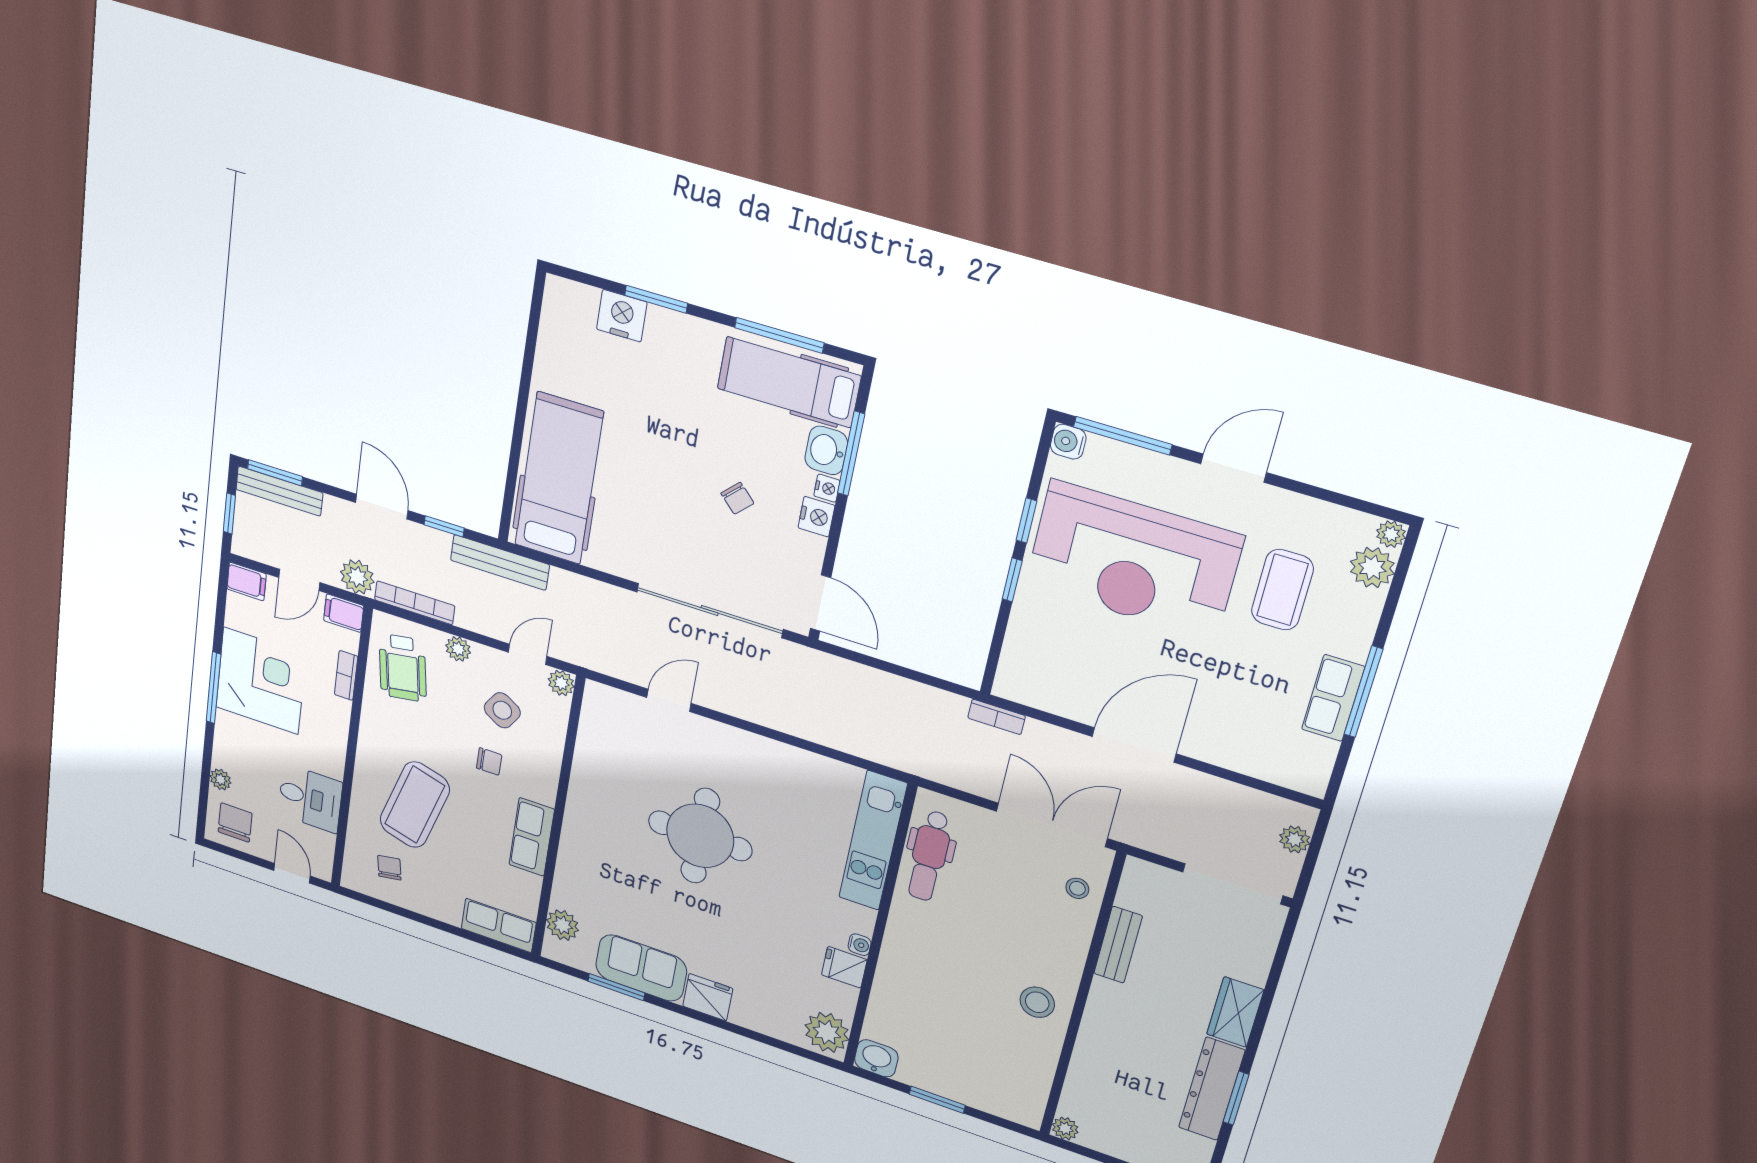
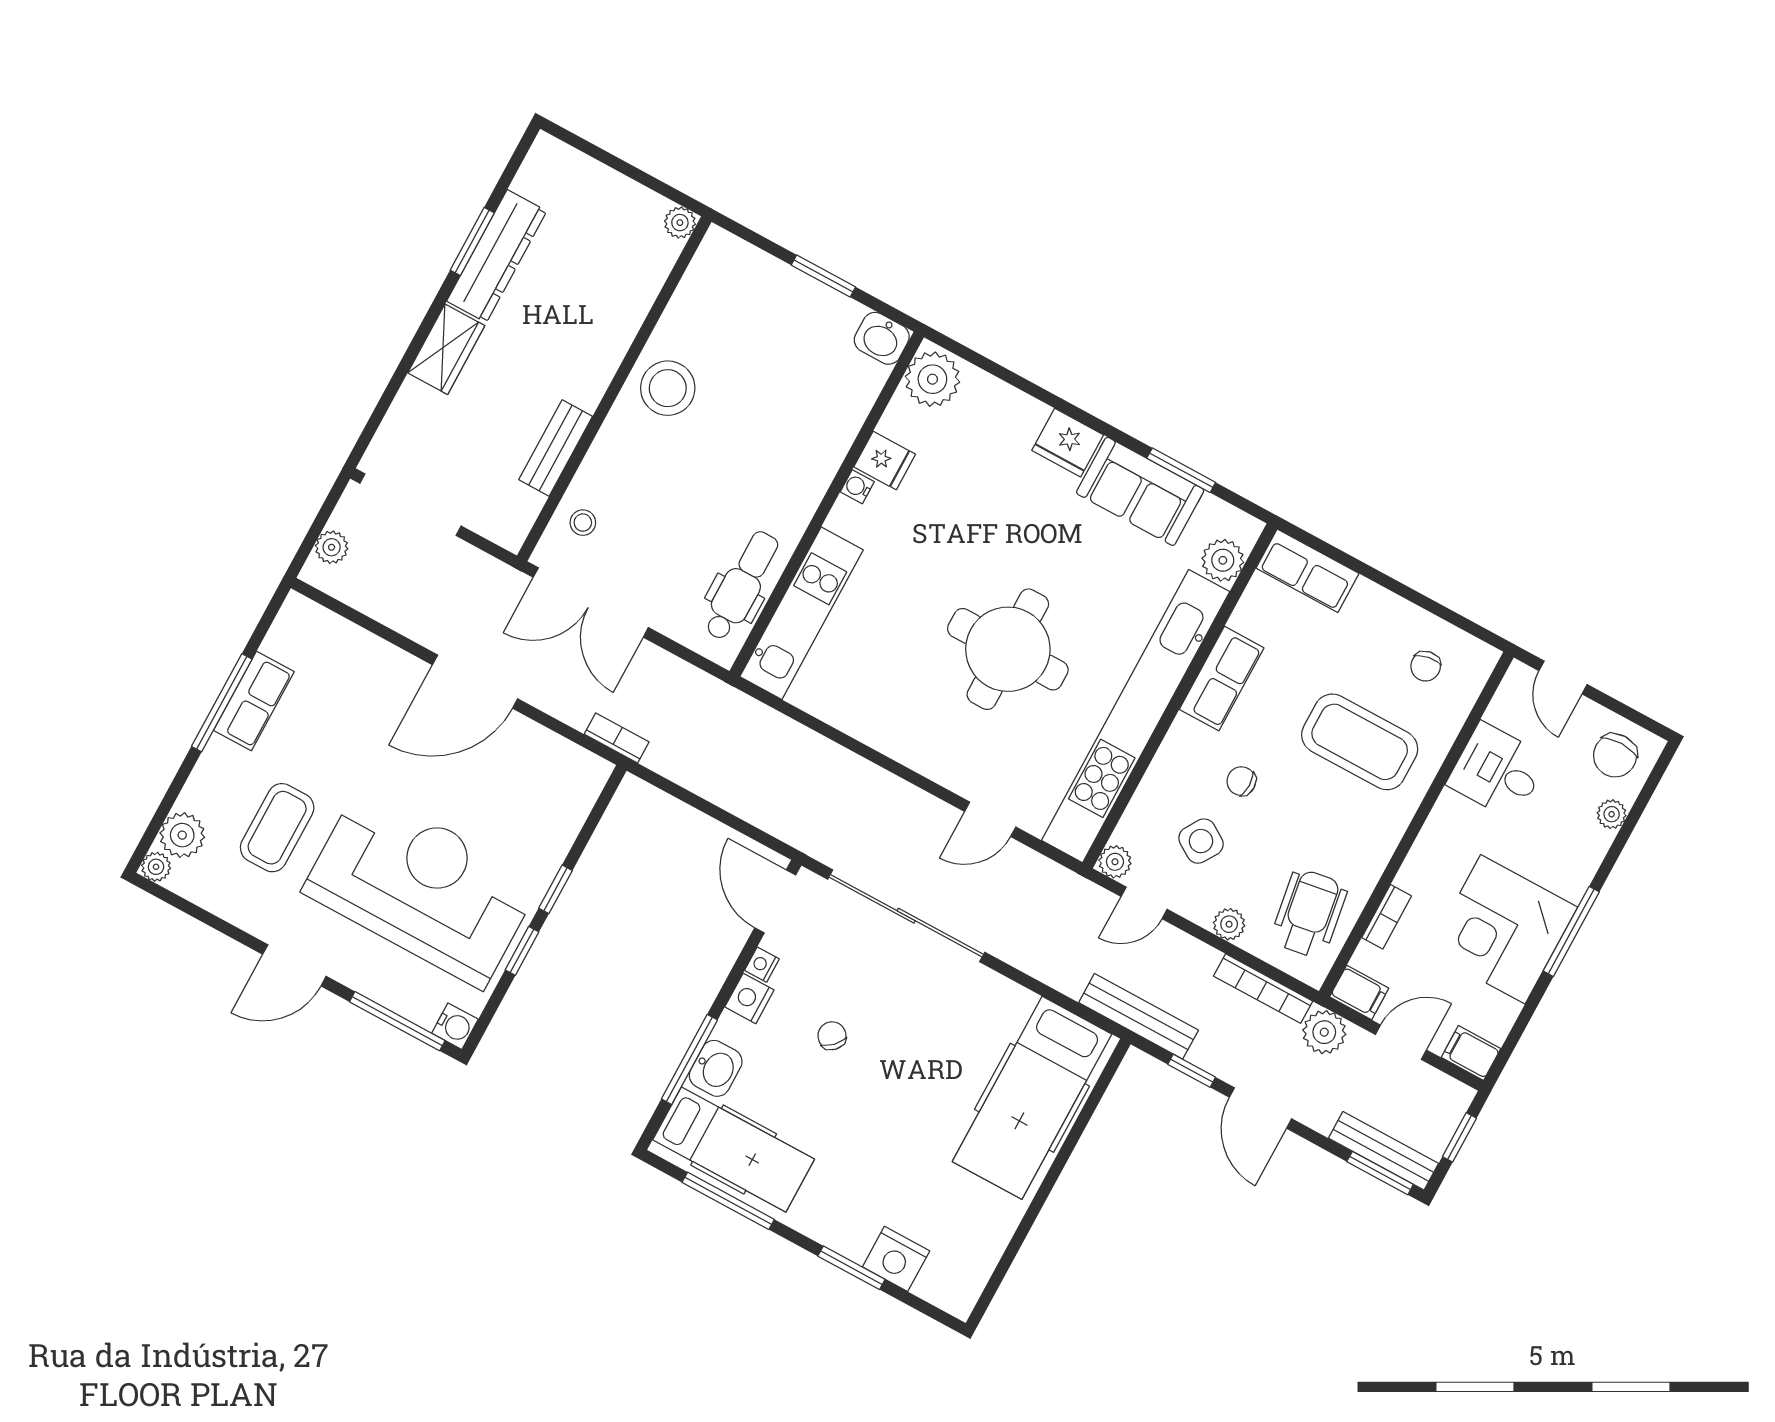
nightstand: (827, 488) -> (762, 965), moved
kitchen unit: (585, 799) -> (1136, 716), added
coffee table: (415, 805) -> (1360, 742), turned 74
stool: (1037, 1002) -> (668, 388), width x1.38, depth x1.38

